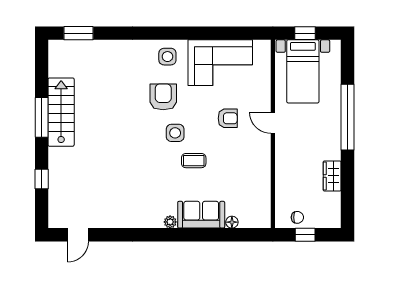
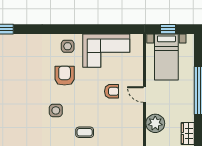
side table: (175, 133) -> (56, 110), moved
coffee table: (194, 161) -> (85, 132), moved
plant: (288, 162) -> (155, 123), added

